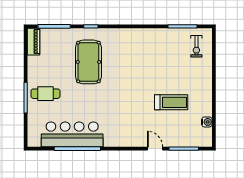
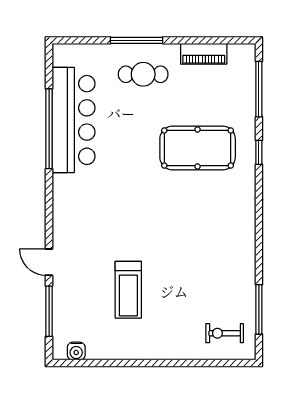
piano: (33, 42) -> (204, 54), moved
cafe table: (45, 94) -> (143, 74), turned 90
water cooler: (207, 122) -> (76, 351), moved
door: (155, 149) -> (49, 262), swing flipped

